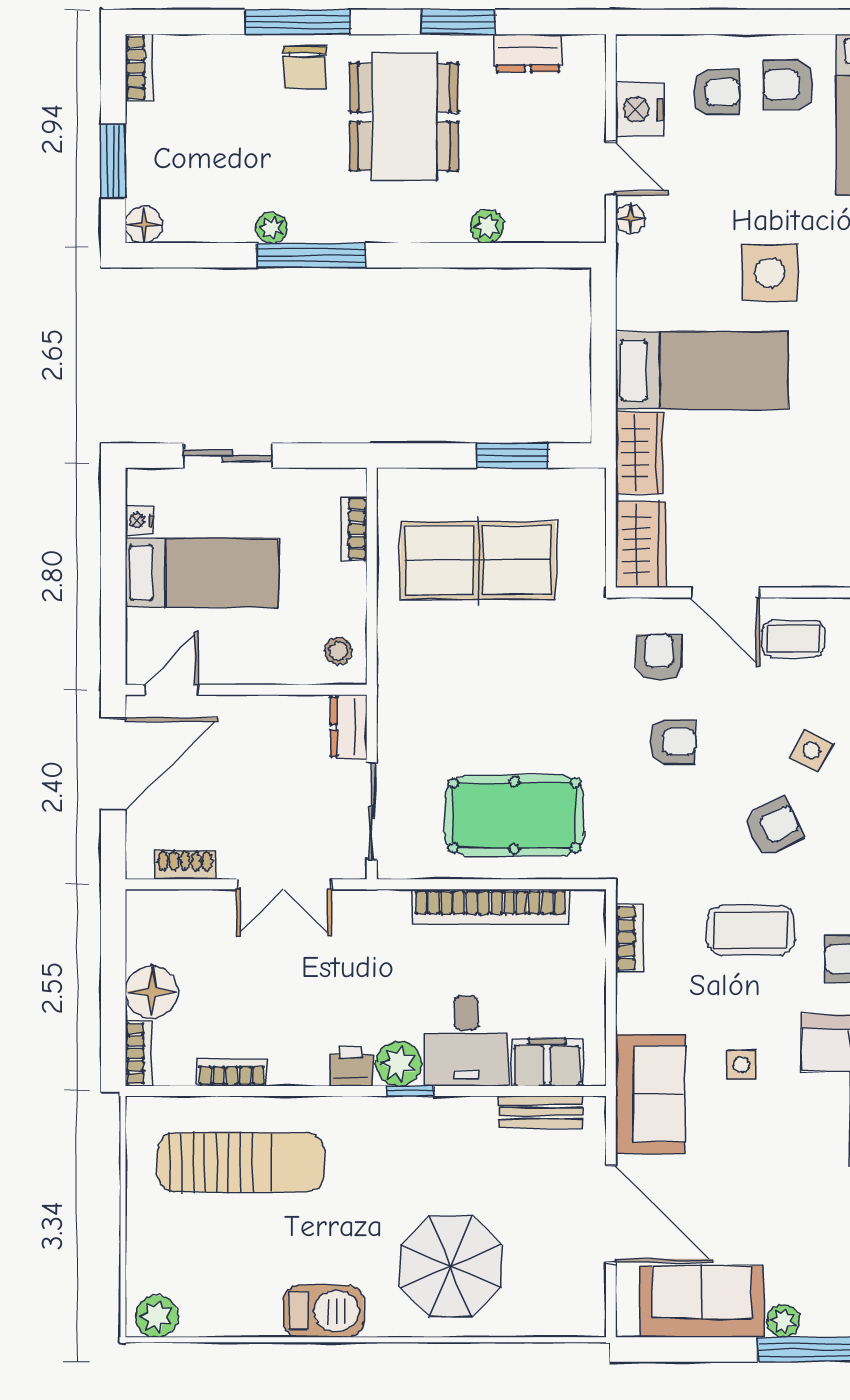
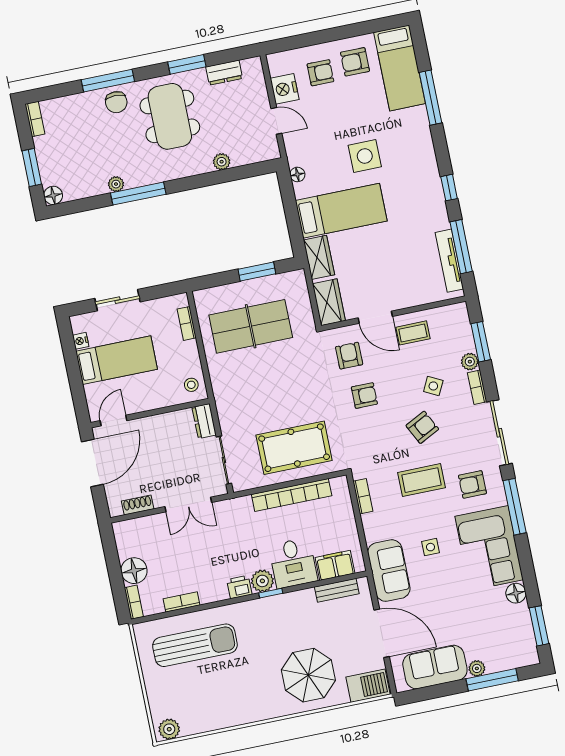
floor lamp: (630, 219) -> (297, 174), moved
barbecue: (324, 1311) -> (368, 686), moved

